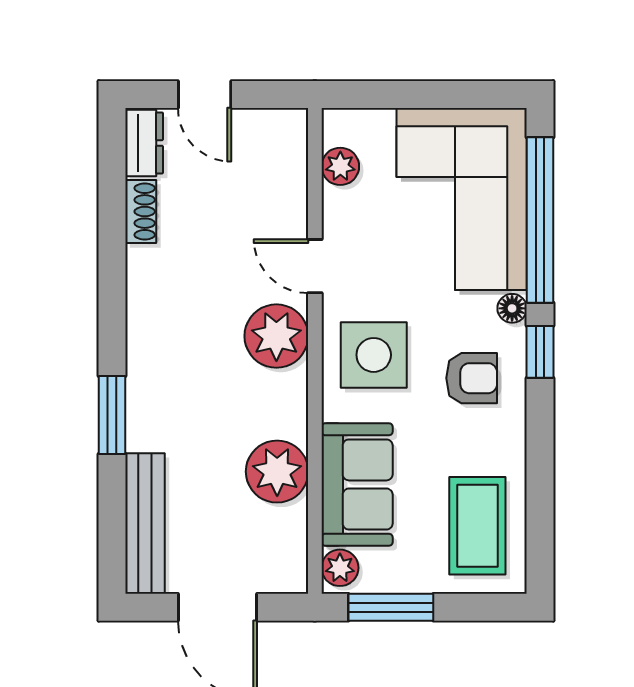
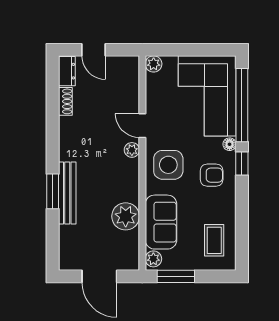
plant: (340, 166) -> (154, 64), moved
plant: (276, 336) -> (132, 150), width x0.53, depth x0.53
bench: (145, 524) -> (67, 193), moved
coffee table: (477, 526) -> (214, 240), width x0.73, depth x0.77

